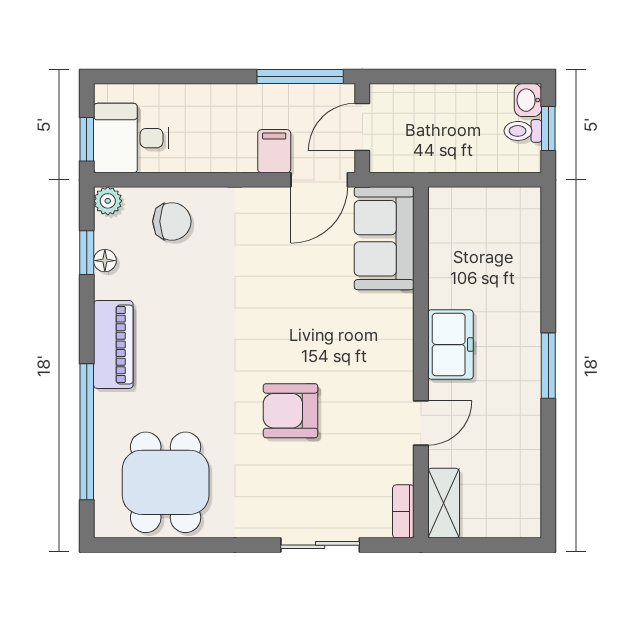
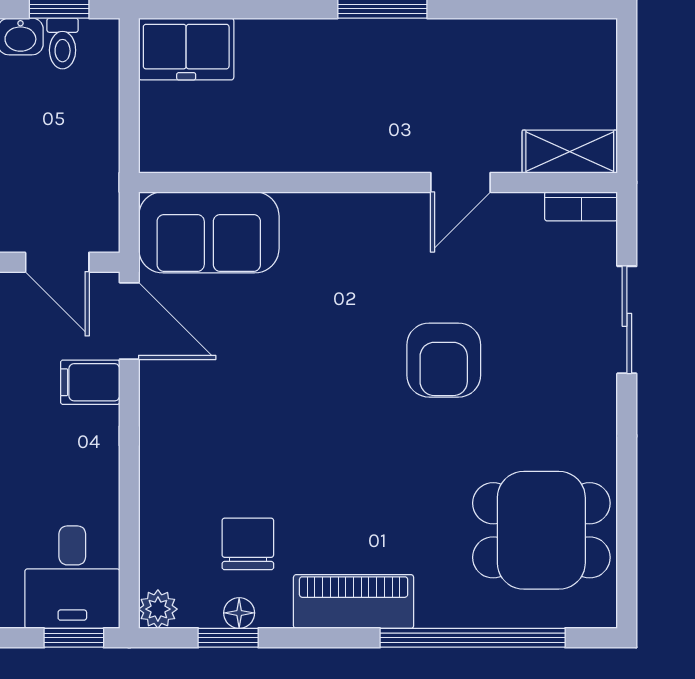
chair: (172, 221) -> (248, 544), moved
freezer: (450, 345) -> (186, 49), moved, turned 180
door: (421, 423) -> (460, 182), swing flipped

